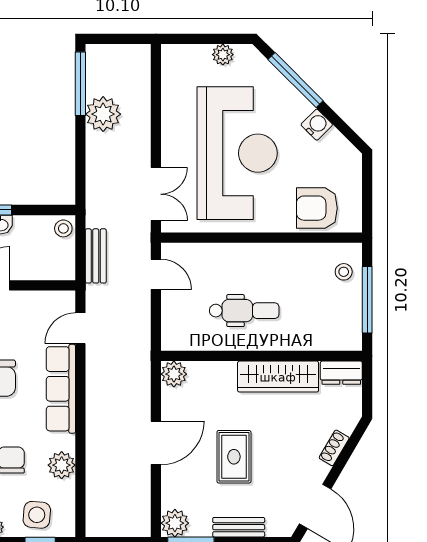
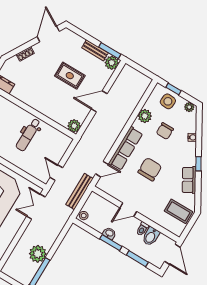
bench: (96, 256) -> (80, 191), width x1.36
dental chair: (244, 311) -> (28, 135), turned -90
wardrobe: (278, 377) -> (31, 98), removed
rug: (234, 457) -> (70, 76), turned 90
bench: (239, 527) -> (95, 50), moved

